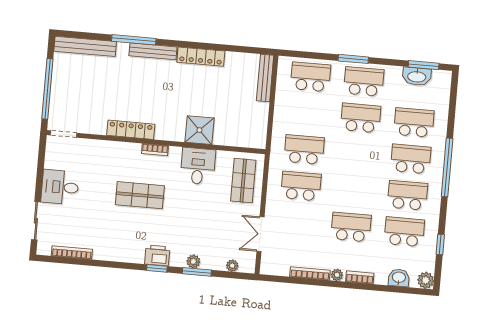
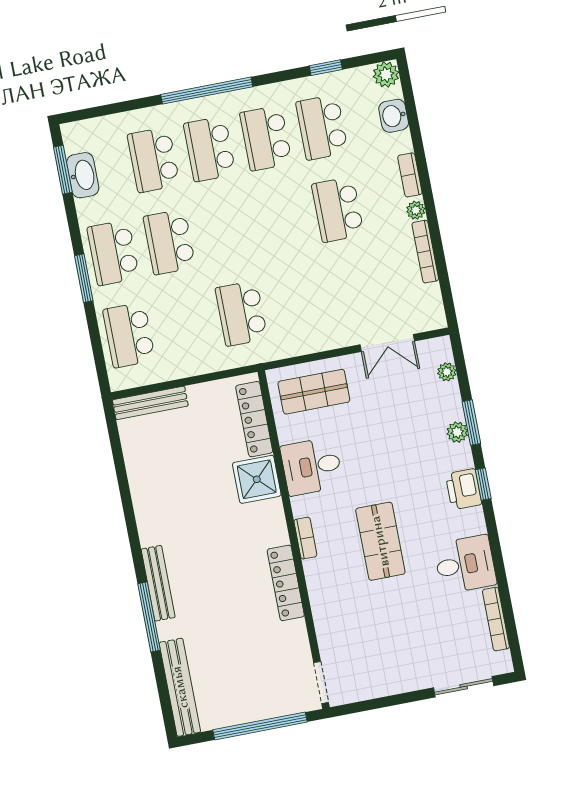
locker: (201, 57) -> (254, 419), moved, turned 180
school desk: (301, 186) -> (297, 303), removed
desk: (60, 187) -> (465, 564), moved, turned -90

